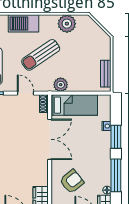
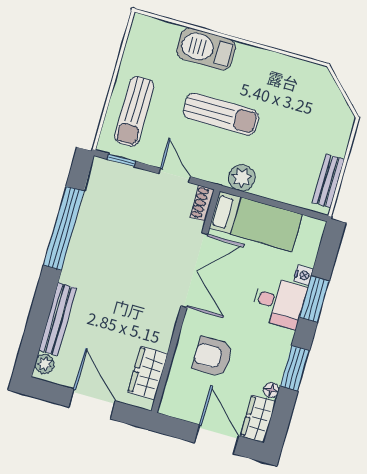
plant: (67, 24) -> (284, 71), removed
sun lounger: (41, 55) -> (221, 114), turned -146
desk: (98, 144) -> (279, 302), added
window: (116, 175) -> (295, 368), width x0.69
armchair: (72, 181) -> (213, 357), turned -141

